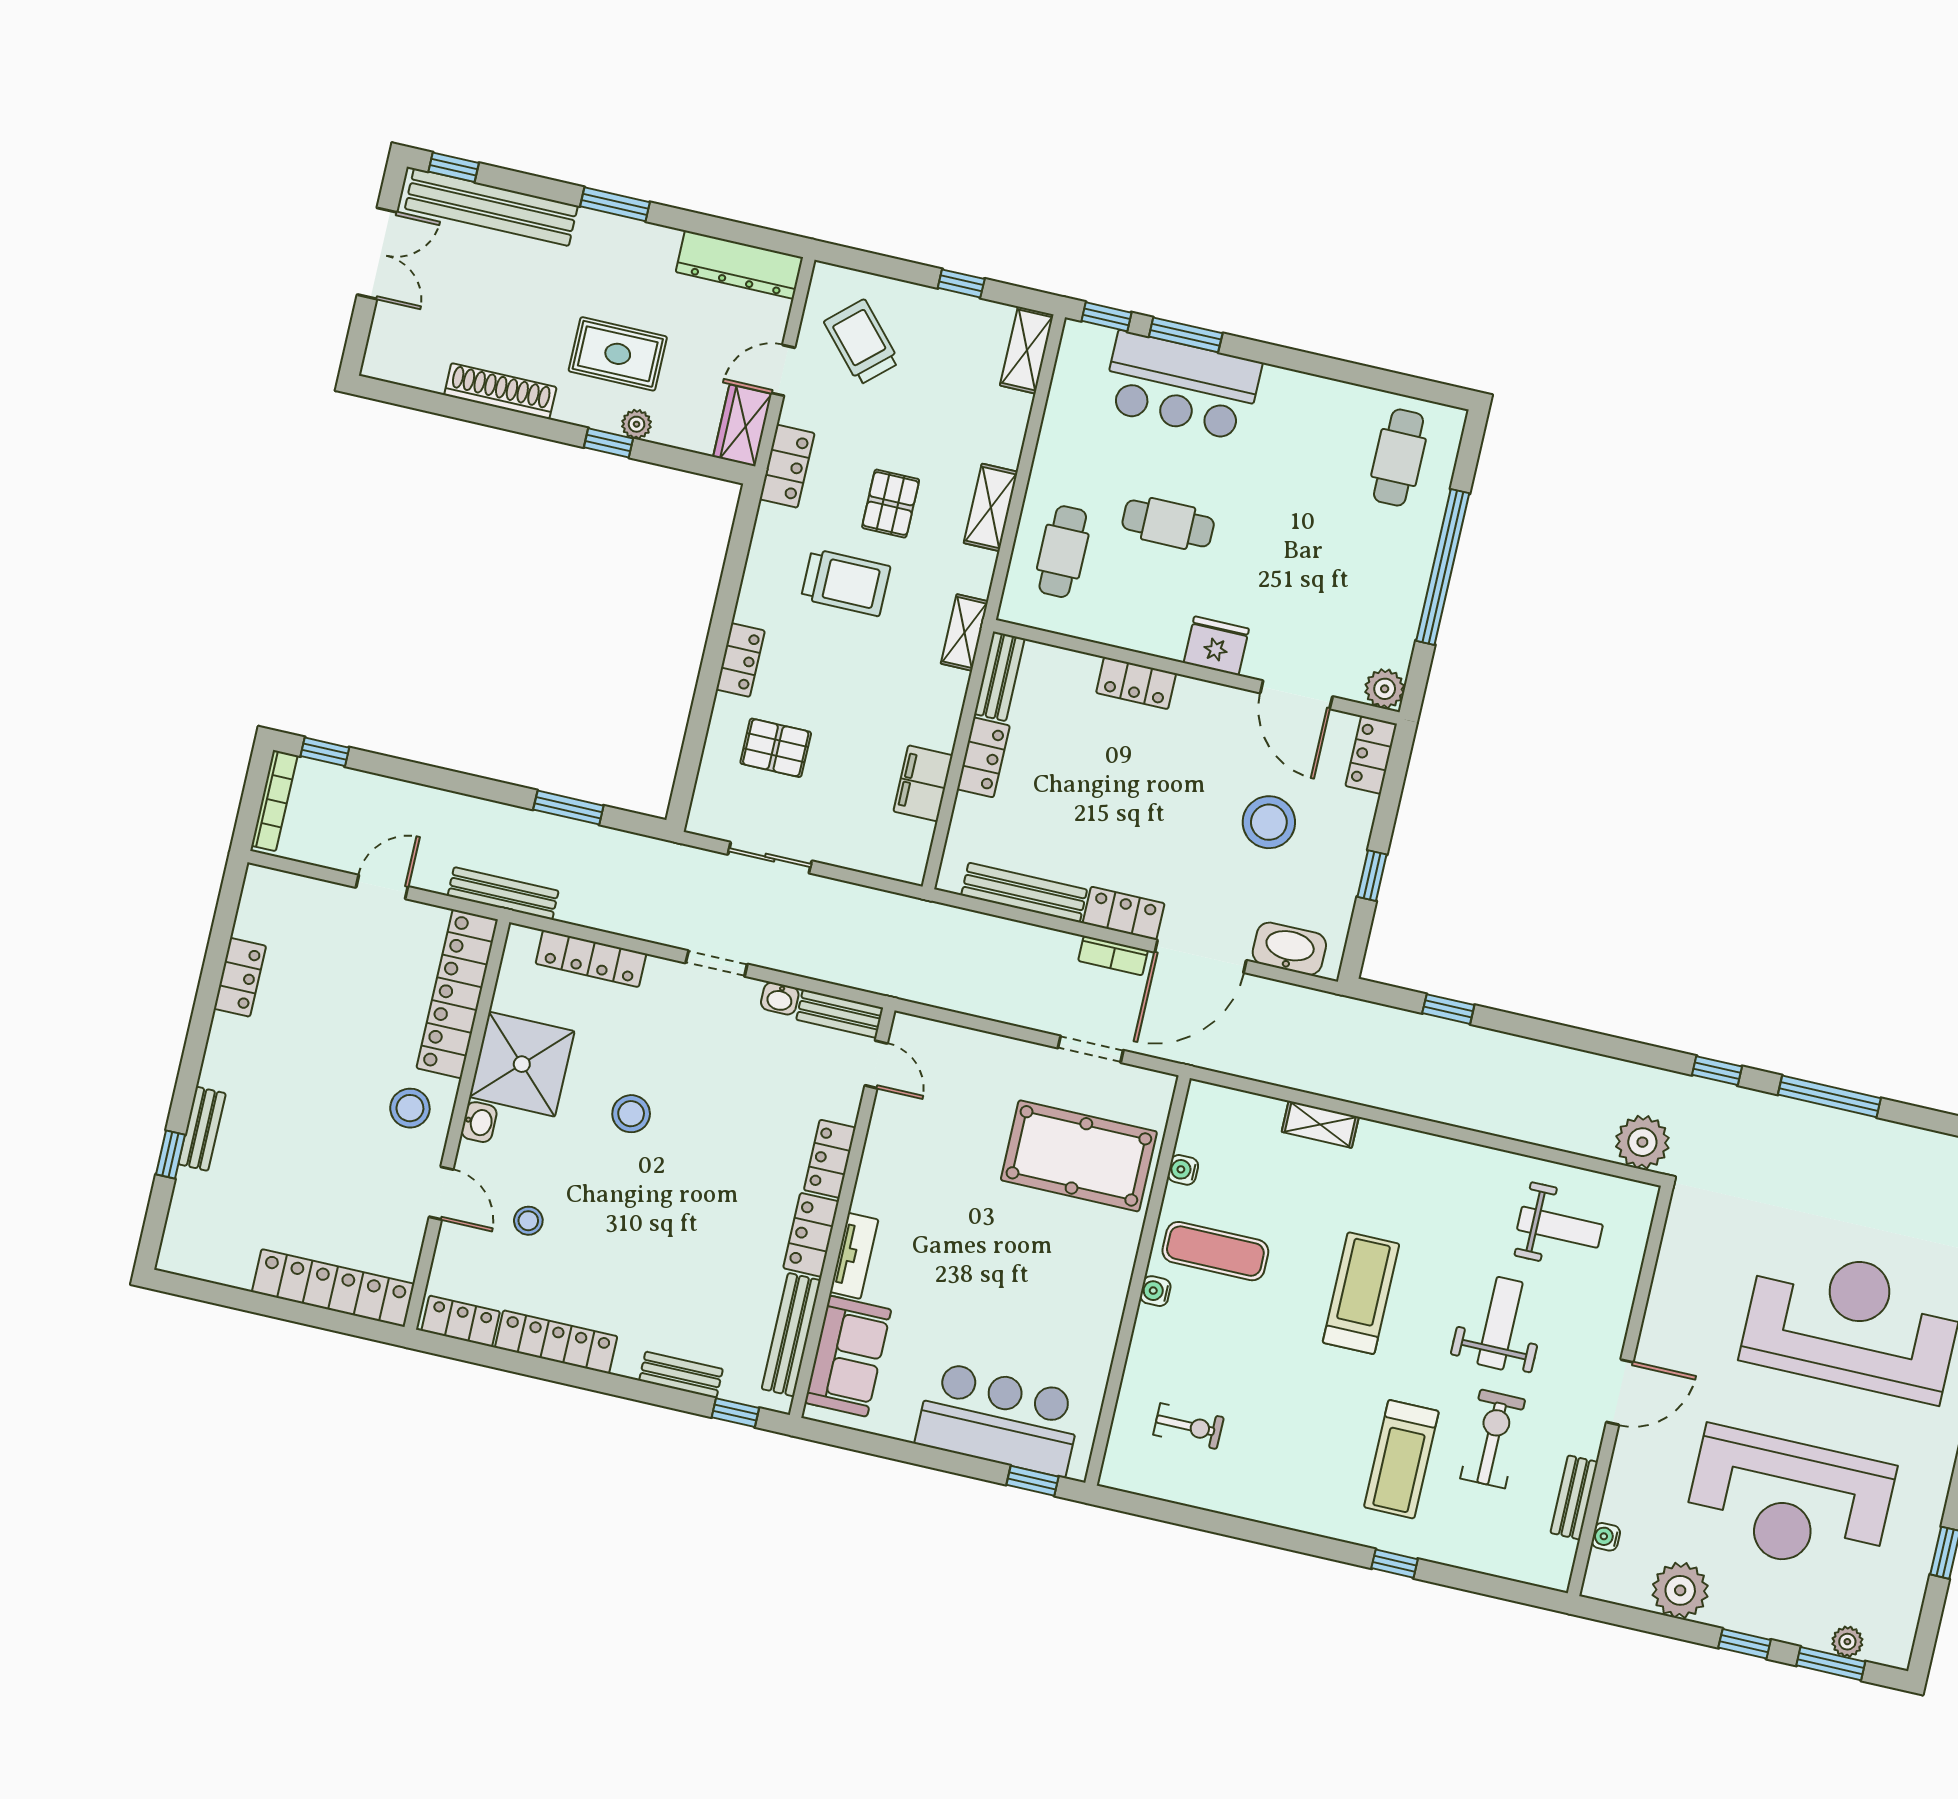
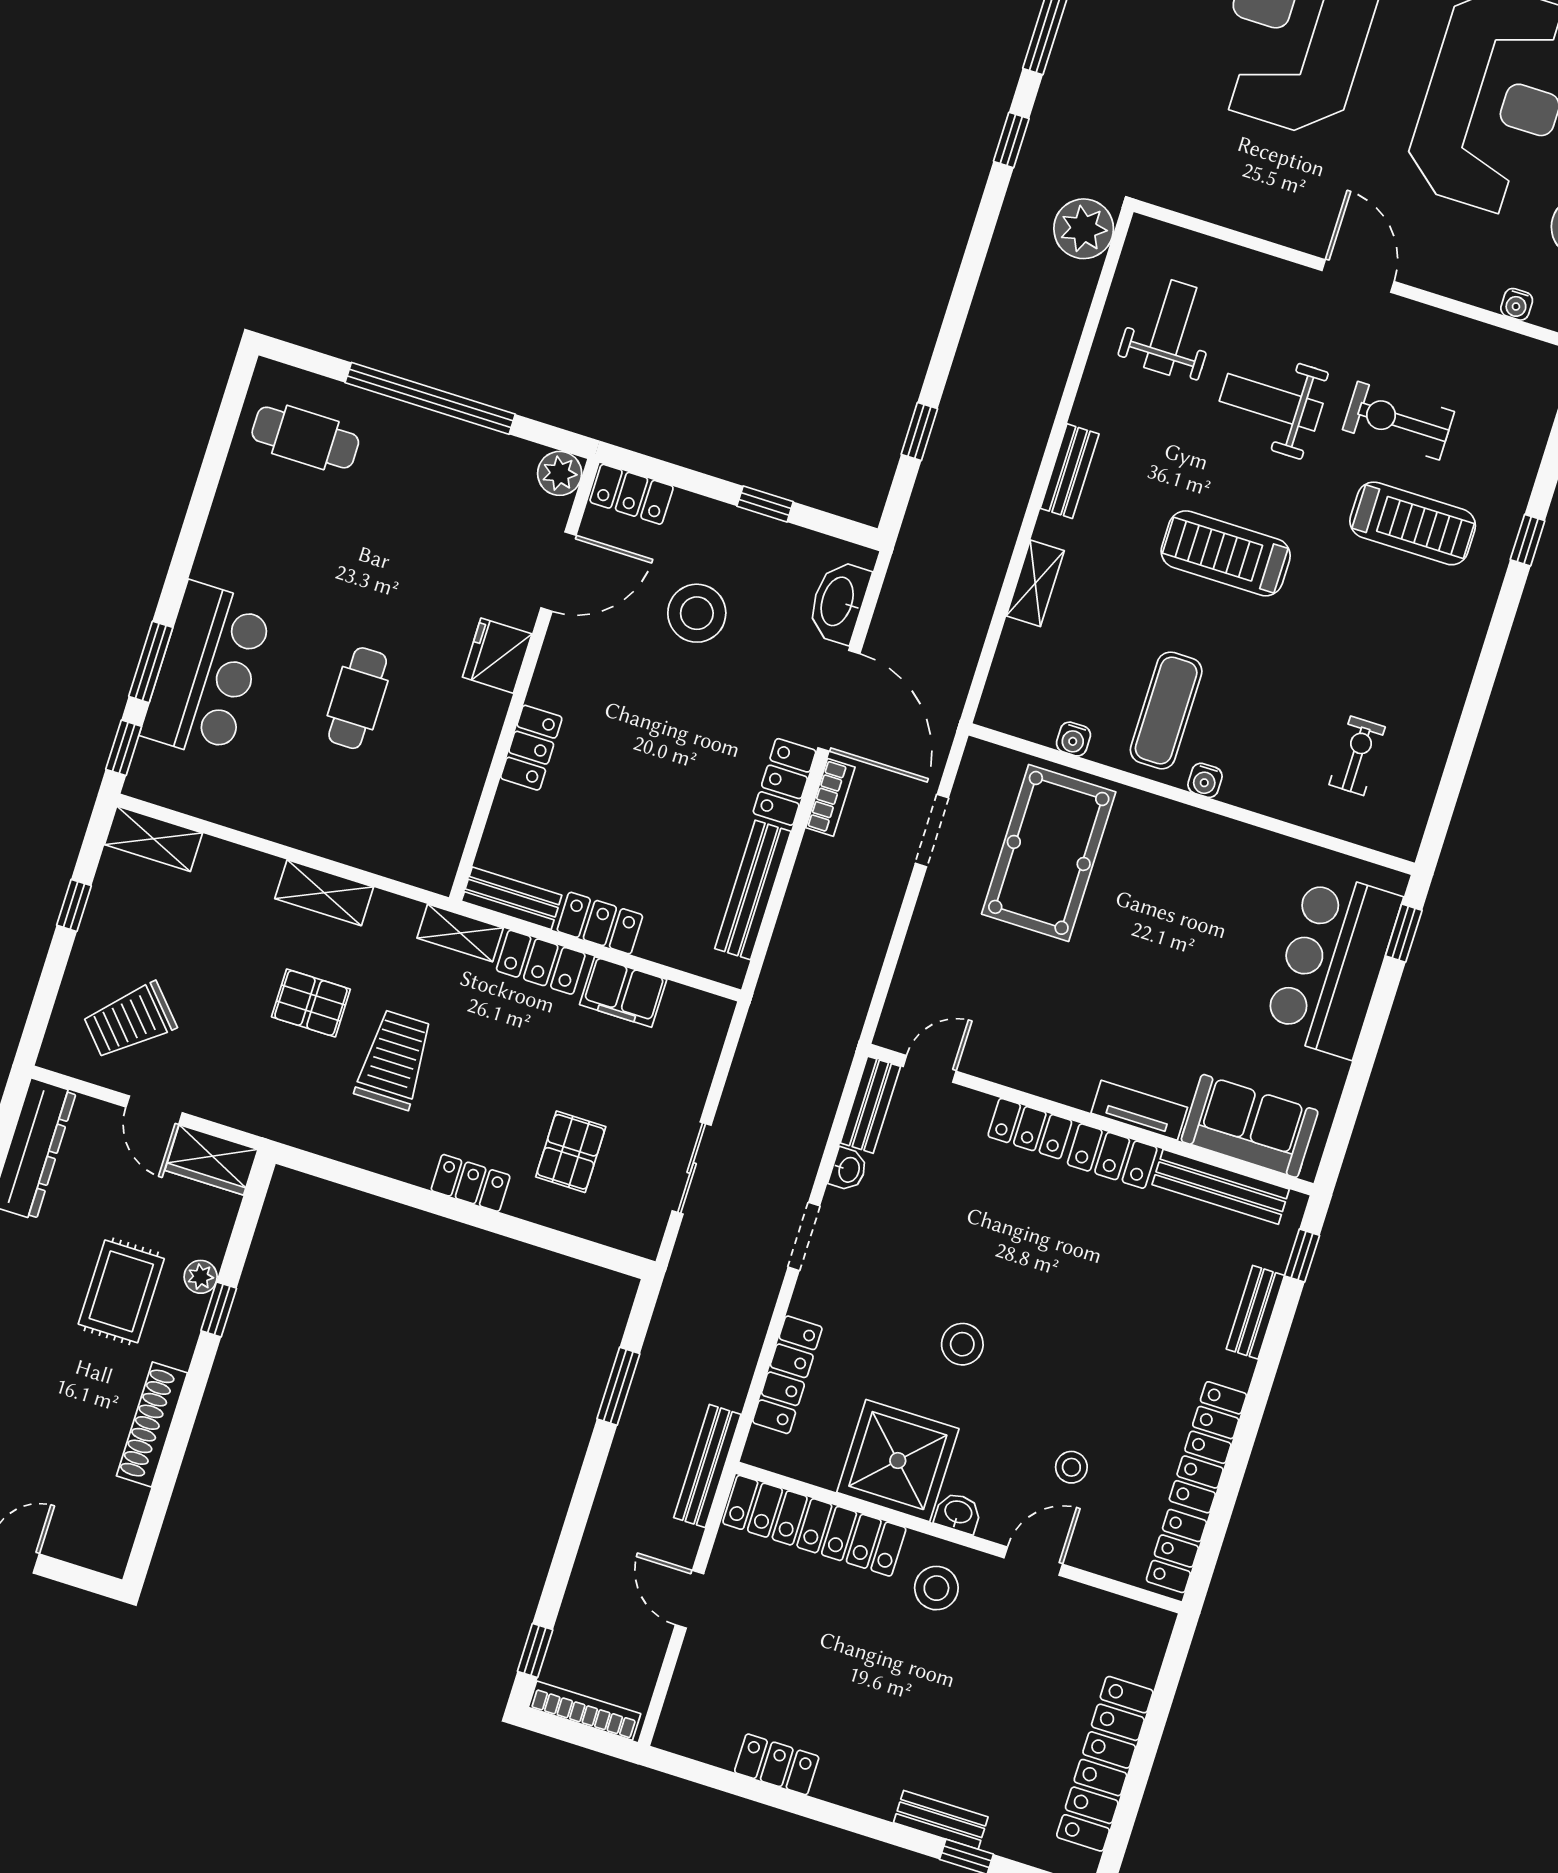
locker: (787, 466) -> (541, 962), moved, turned 180
cafe table: (1063, 552) -> (379, 817), removed
locker: (333, 1288) -> (1105, 1764), moved
bench: (1574, 1497) -> (1070, 471), moved, turned 90

